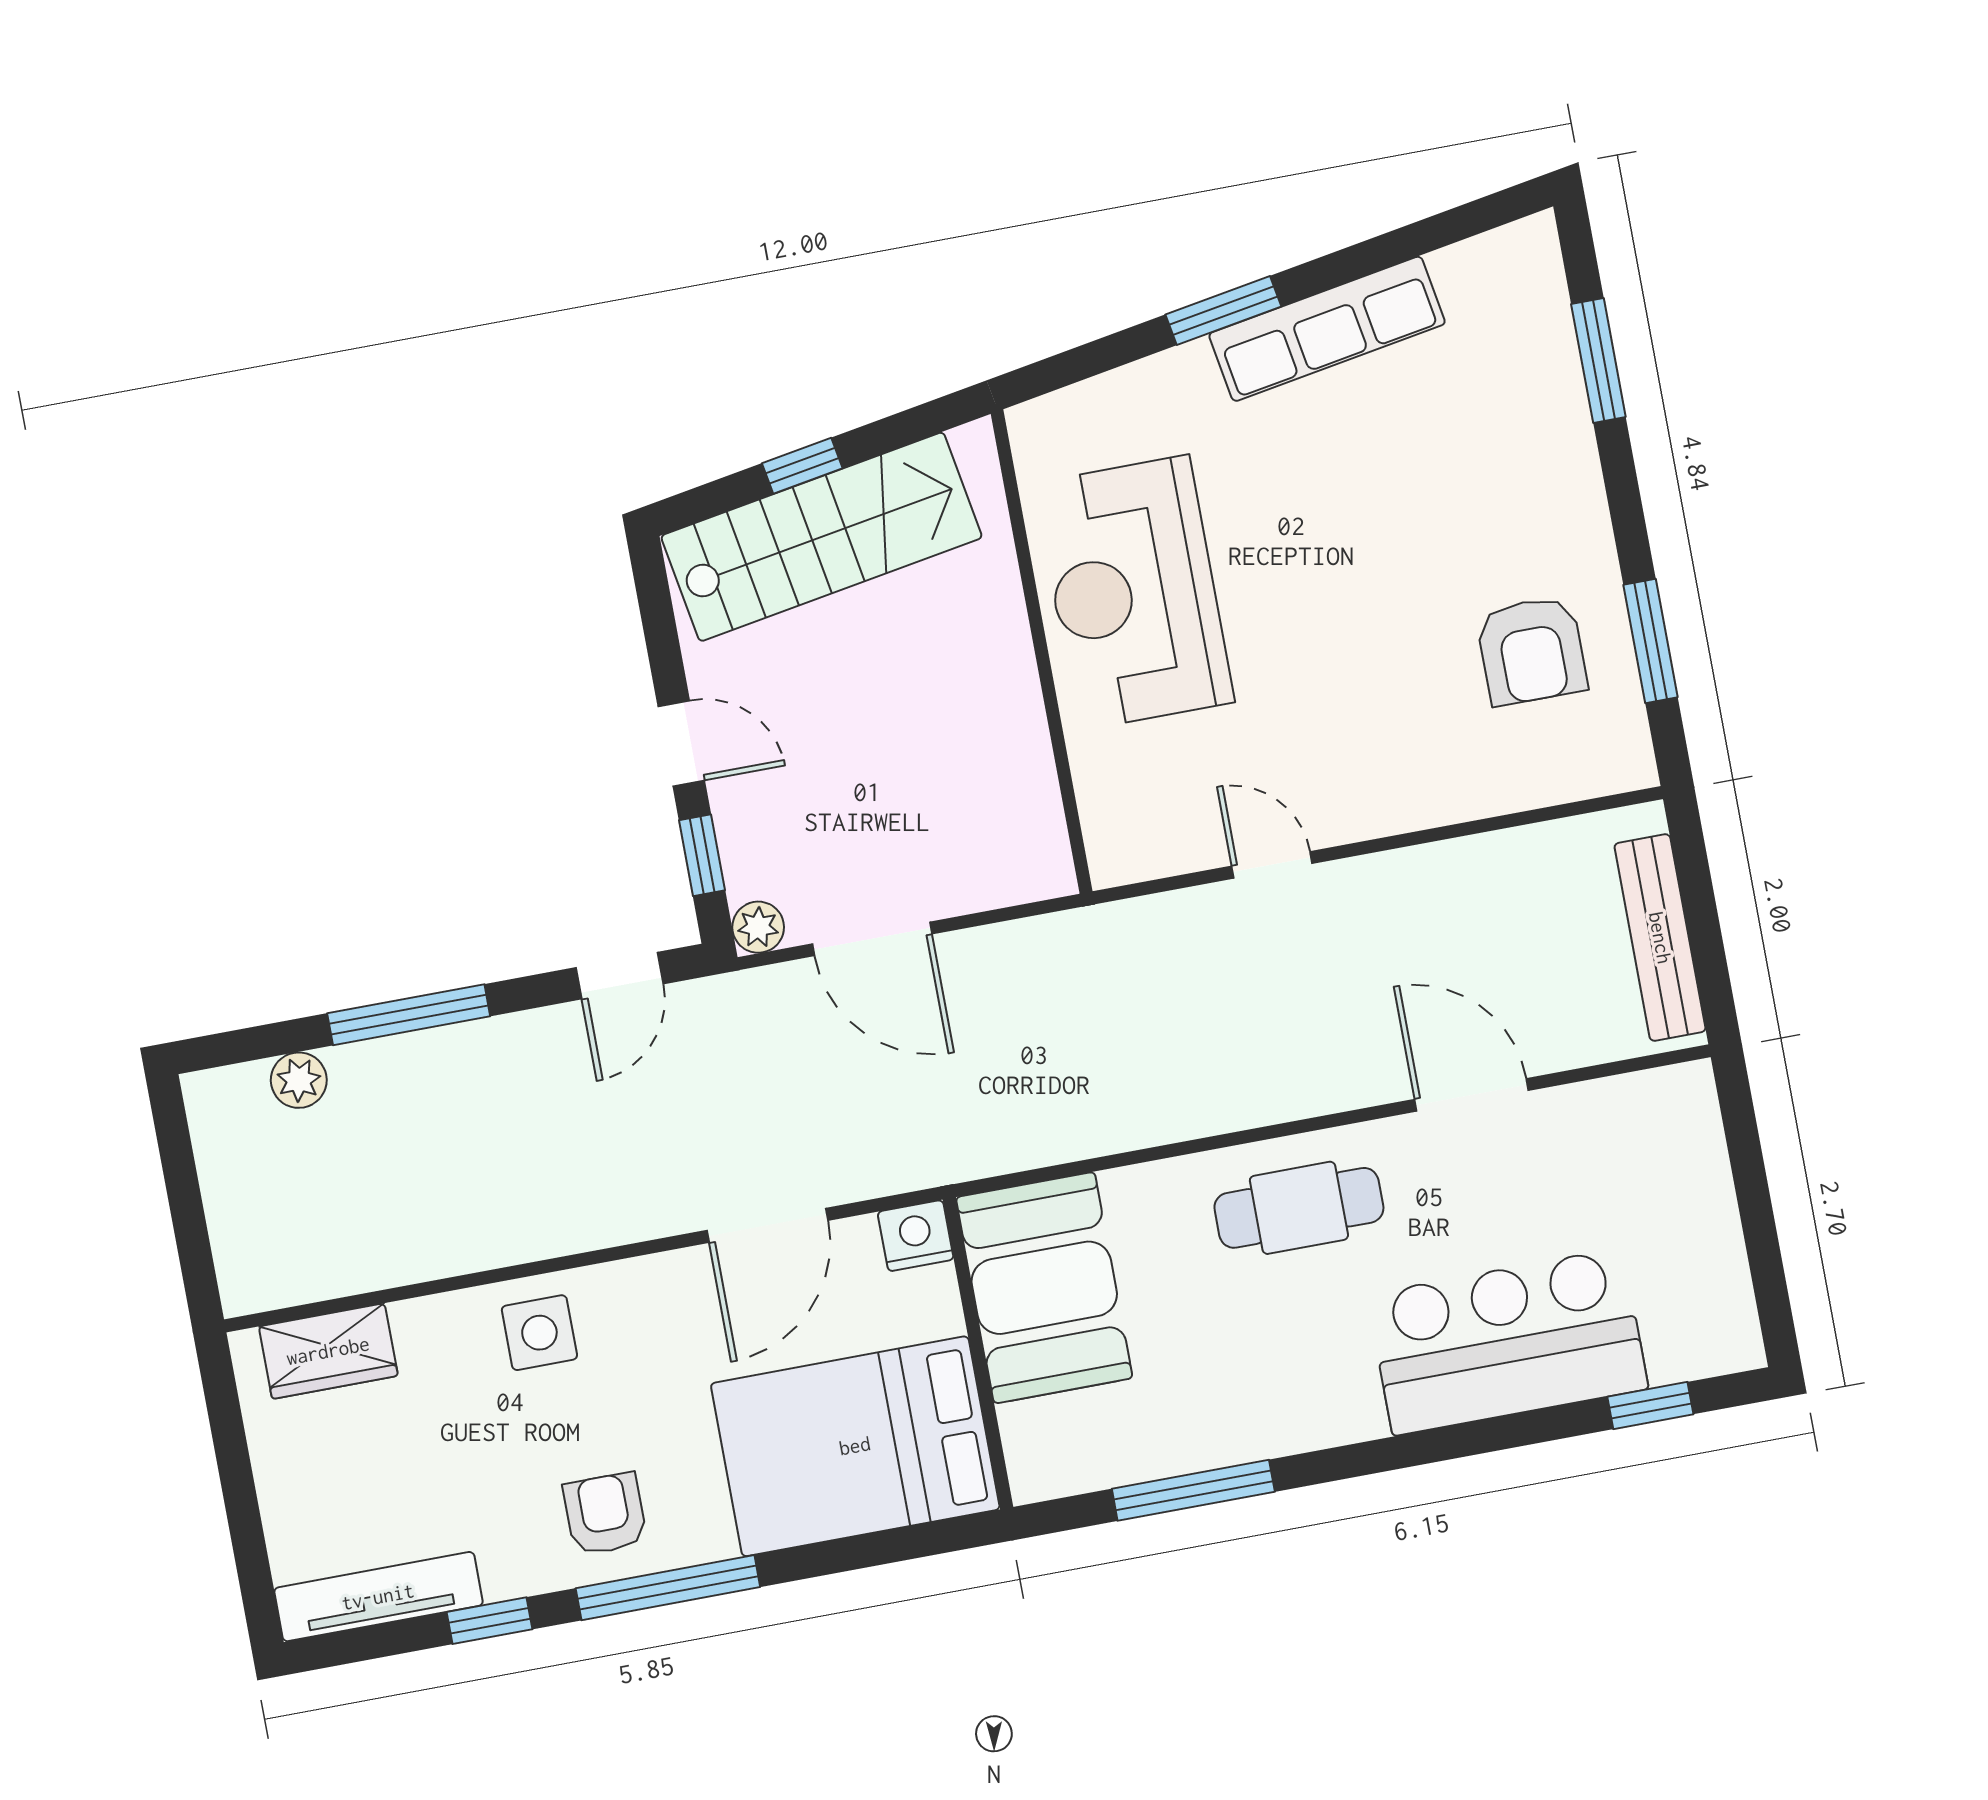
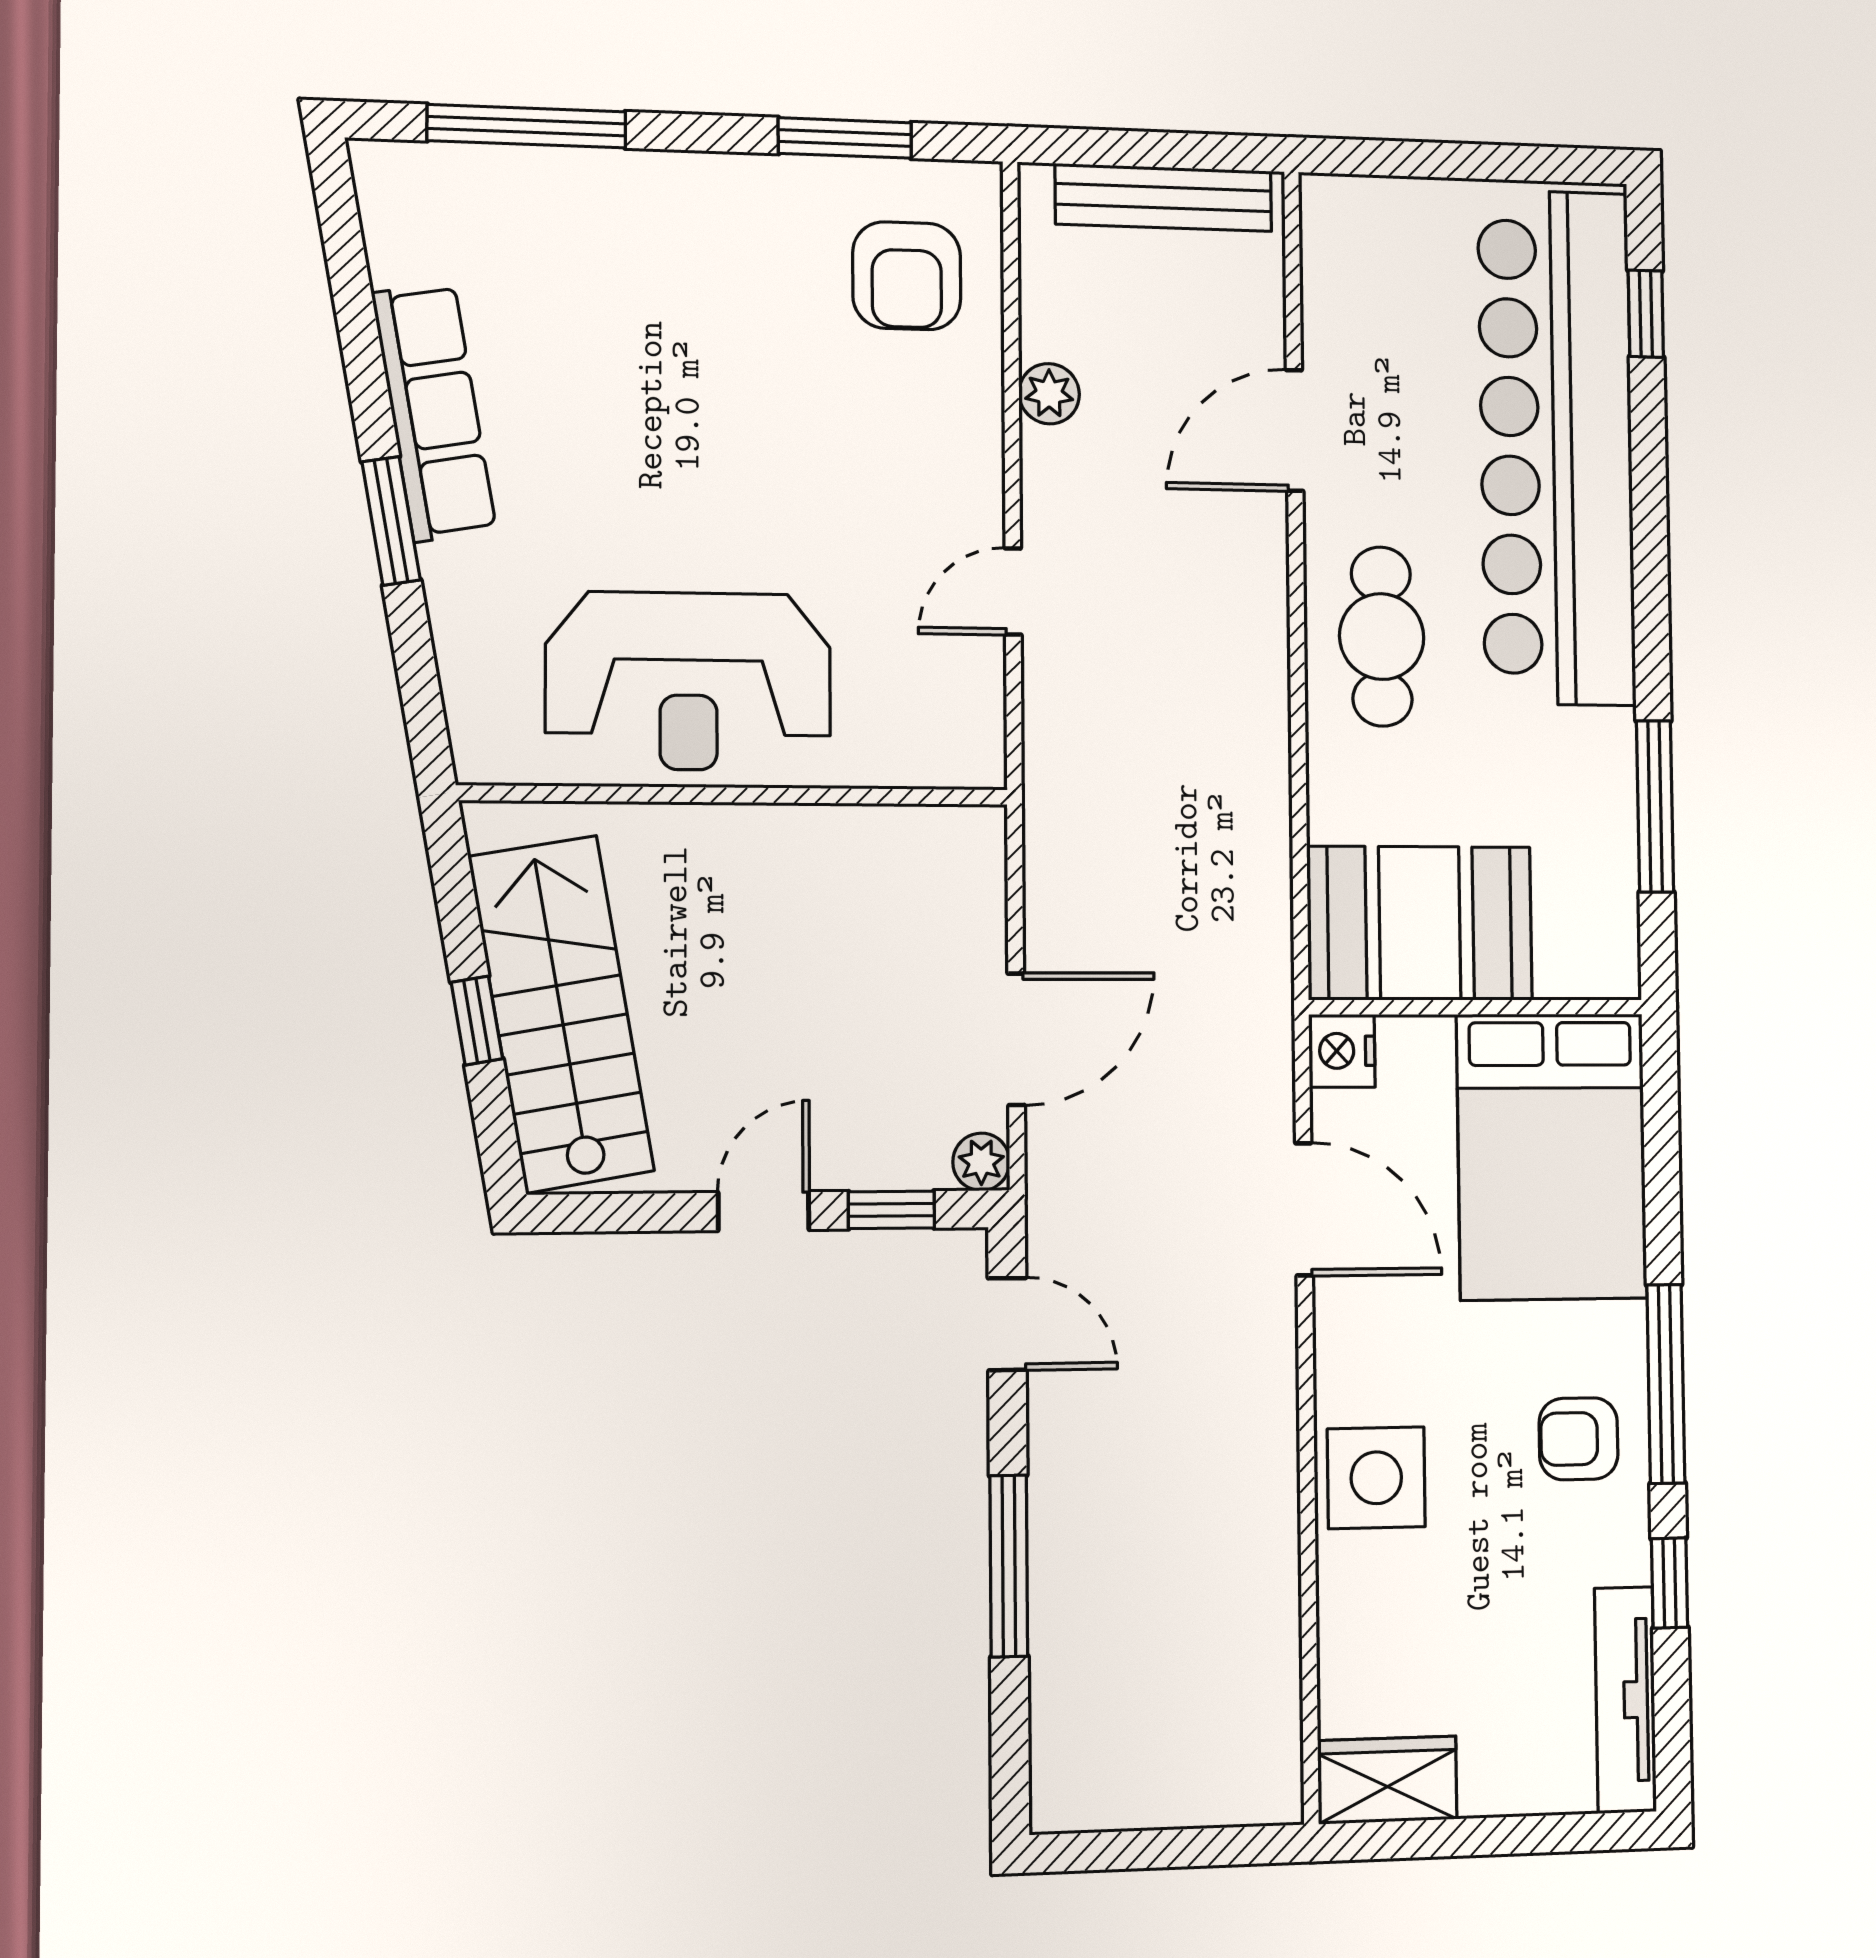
window: (1598, 360) -> (527, 126), width x1.44
armchair: (1532, 651) -> (907, 276), moved, turned 90
plant: (299, 1080) -> (1049, 394), moved
side table: (539, 1333) -> (1376, 1478), width x1.37, depth x1.37
bar counter: (1508, 1342) -> (1557, 447), width x1.86
wardrobe: (328, 1351) -> (1387, 1780), moved, turned -90

